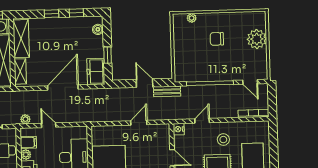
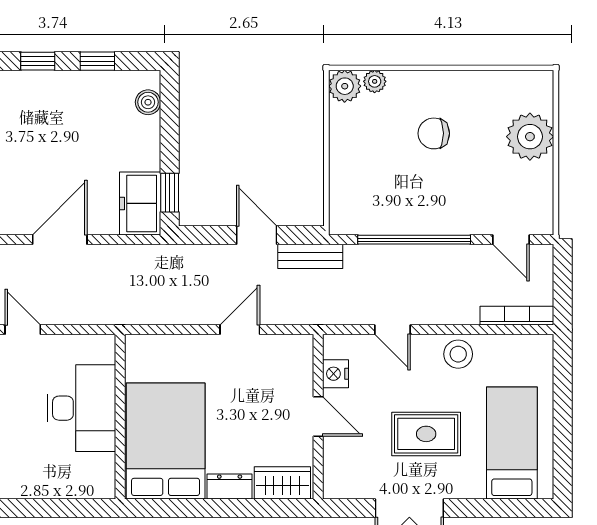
plant: (179, 20) -> (345, 86), added
window: (108, 55) -> (170, 193), moved
door: (63, 87) -> (60, 240), width x0.73
door: (202, 121) -> (392, 330), swing flipped
nightstand: (179, 129) -> (336, 374), moved
stool: (223, 140) -> (458, 354), moved

